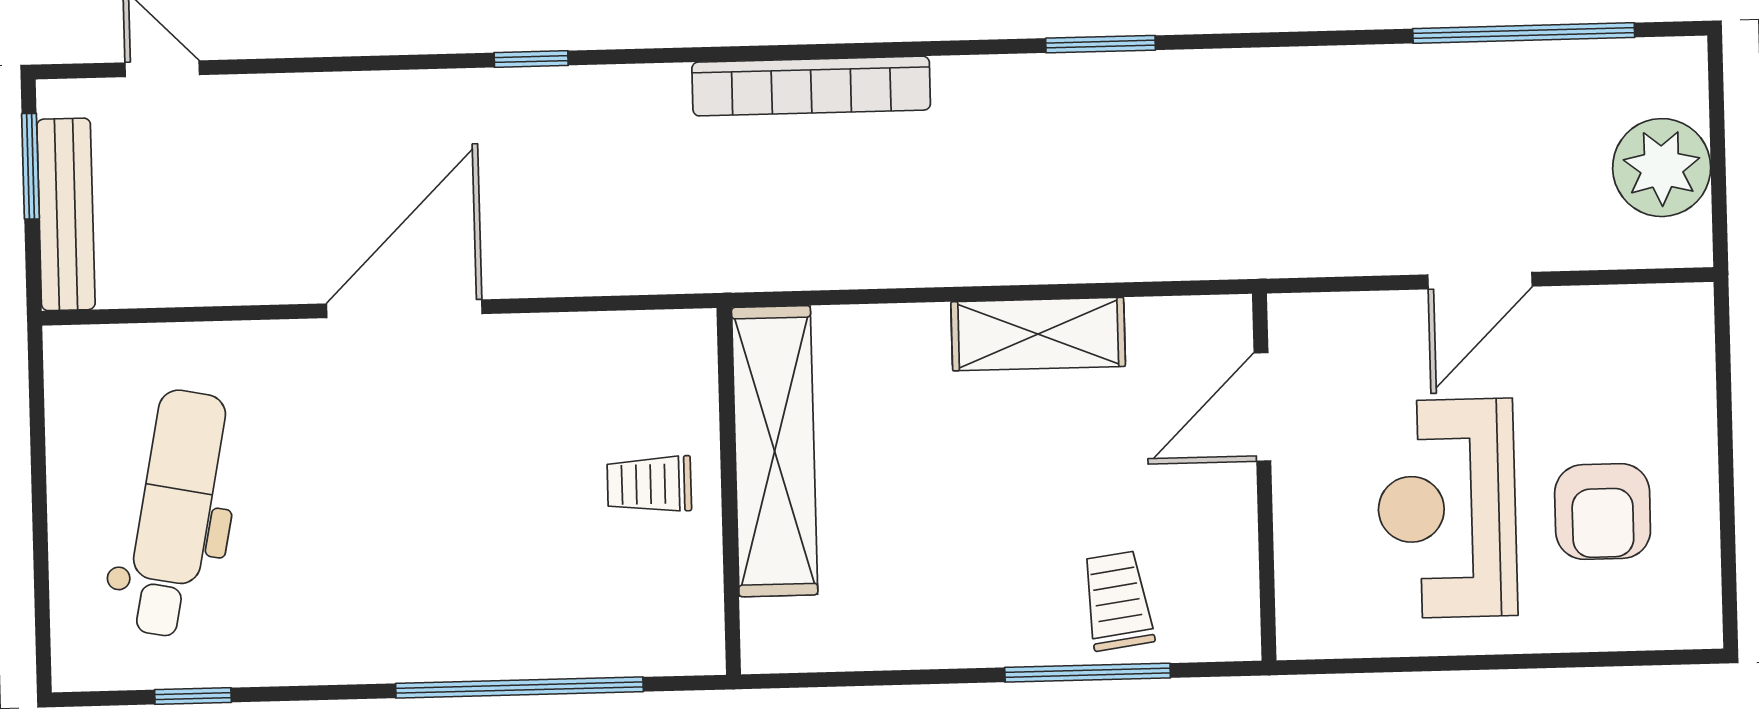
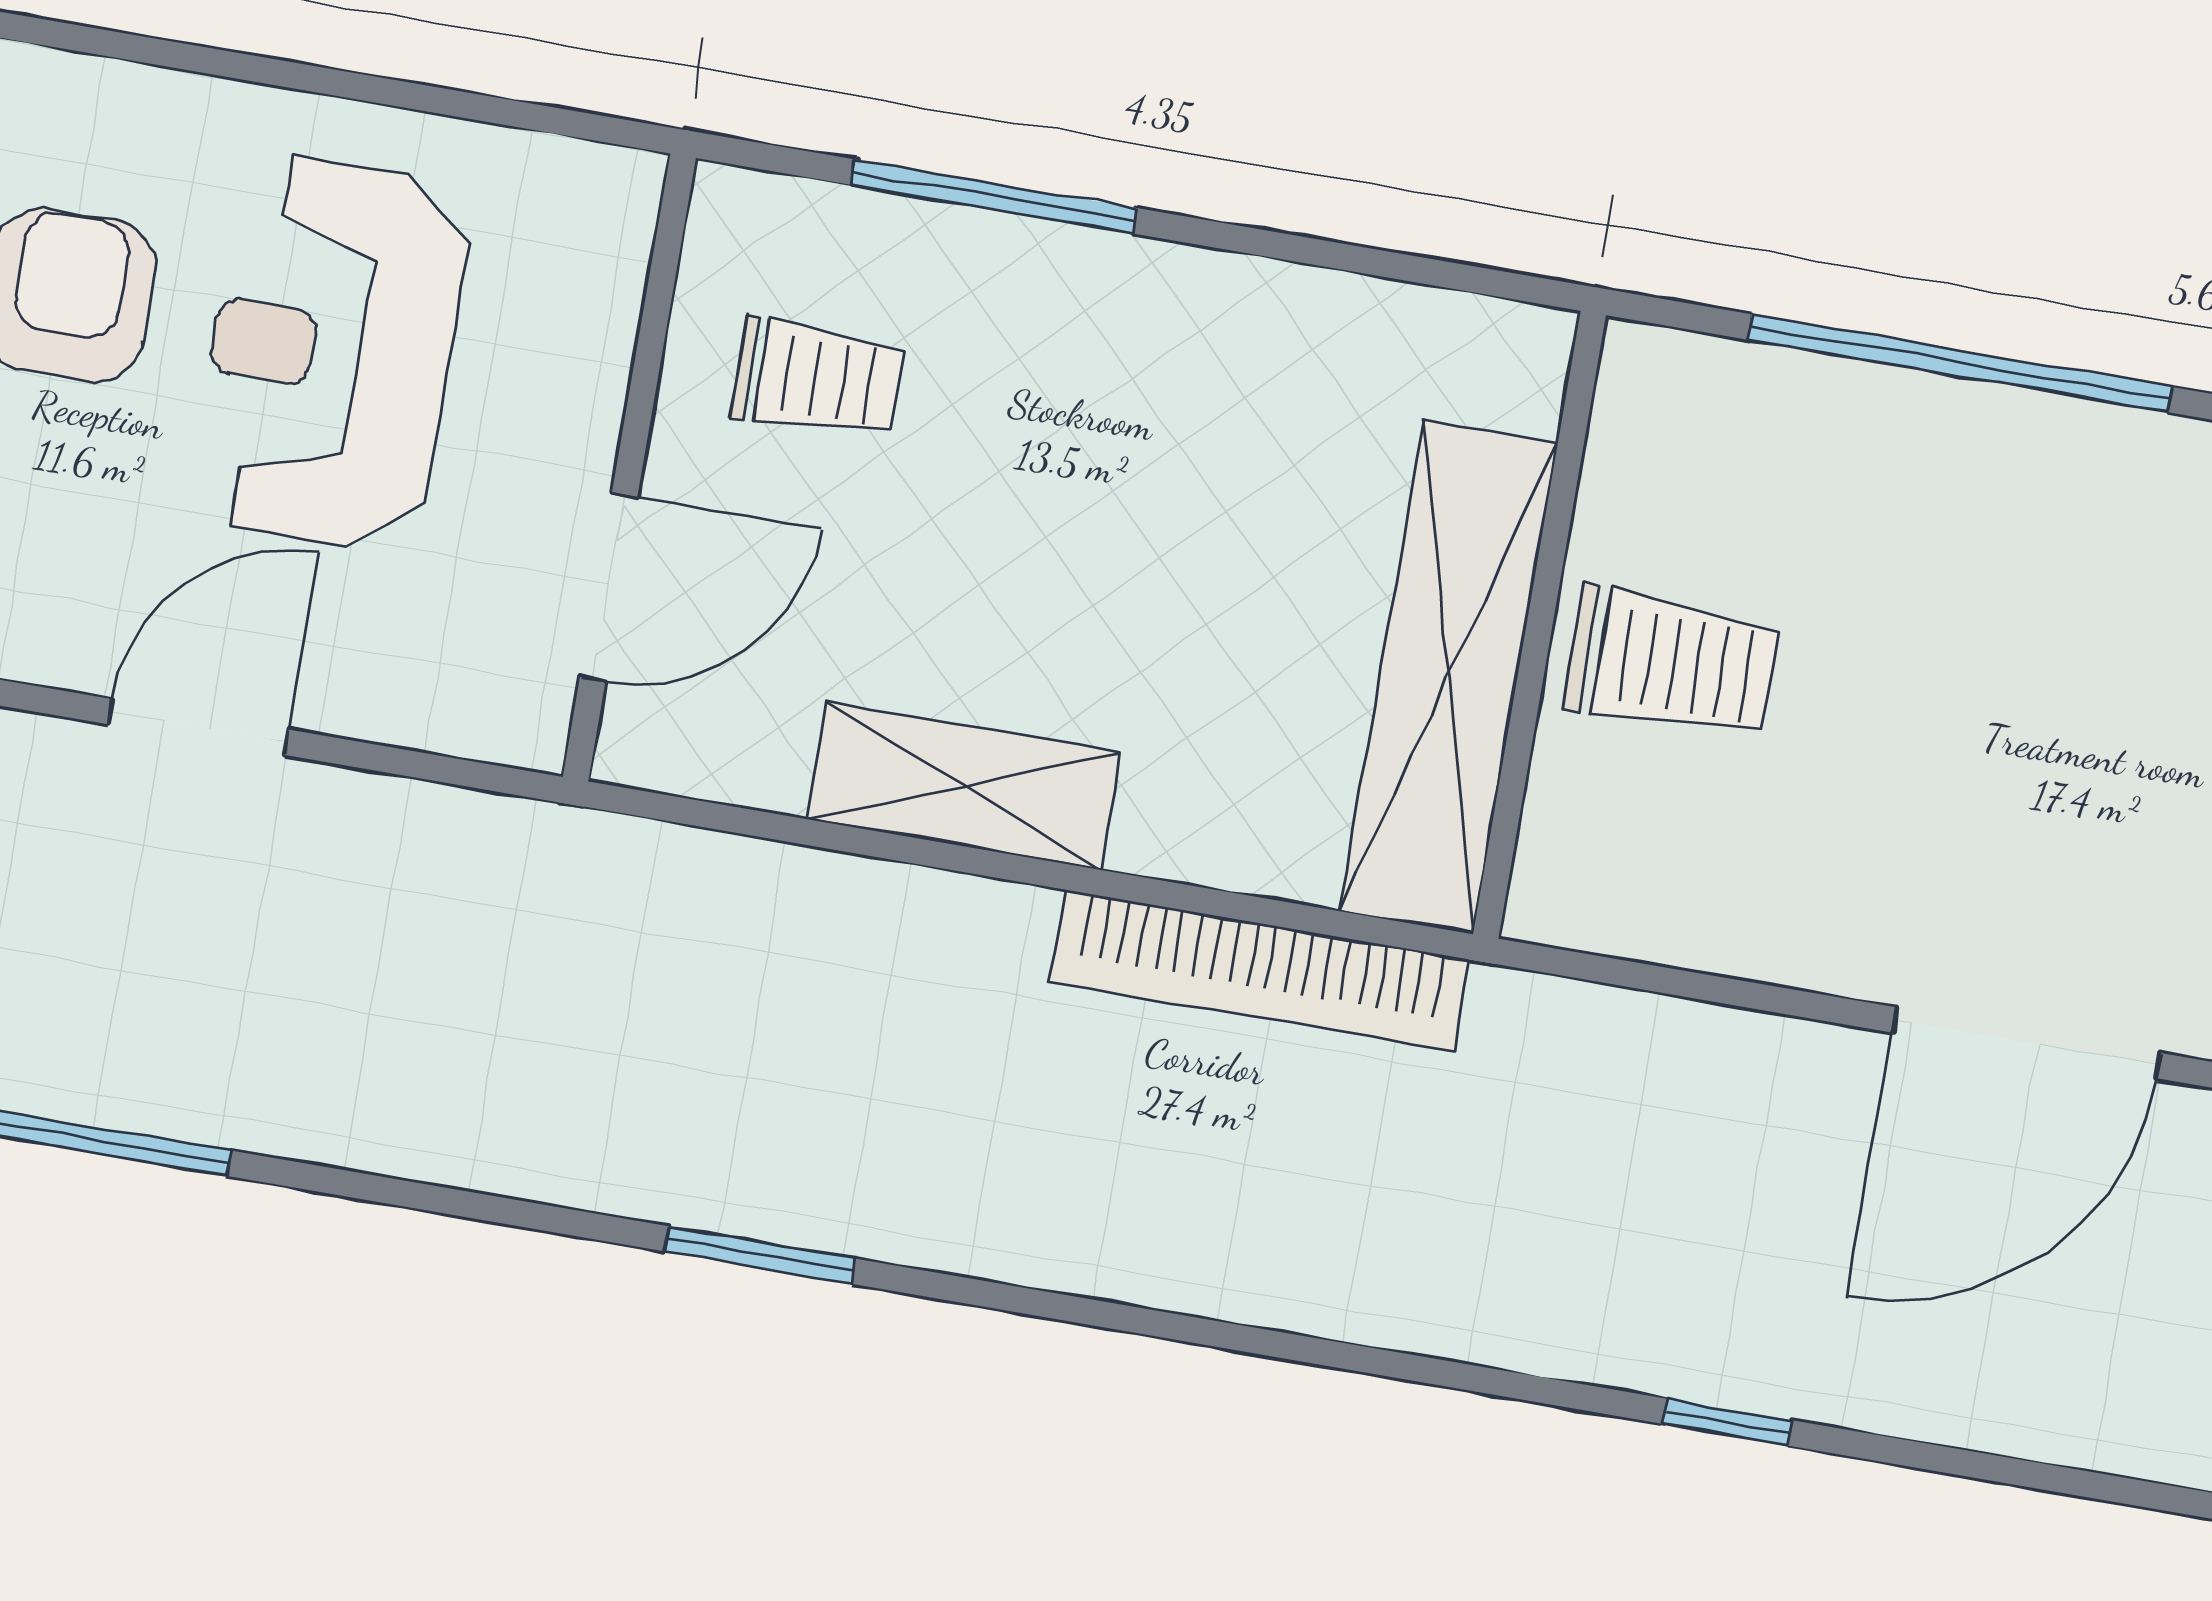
bookcase: (811, 86) -> (1260, 971), moved, turned 180
trolley: (649, 484) -> (1672, 663), width x1.36, depth x1.39
reception desk: (1447, 508) -> (331, 353), turned 180
trolley: (1117, 601) -> (818, 378), moved, turned -83

